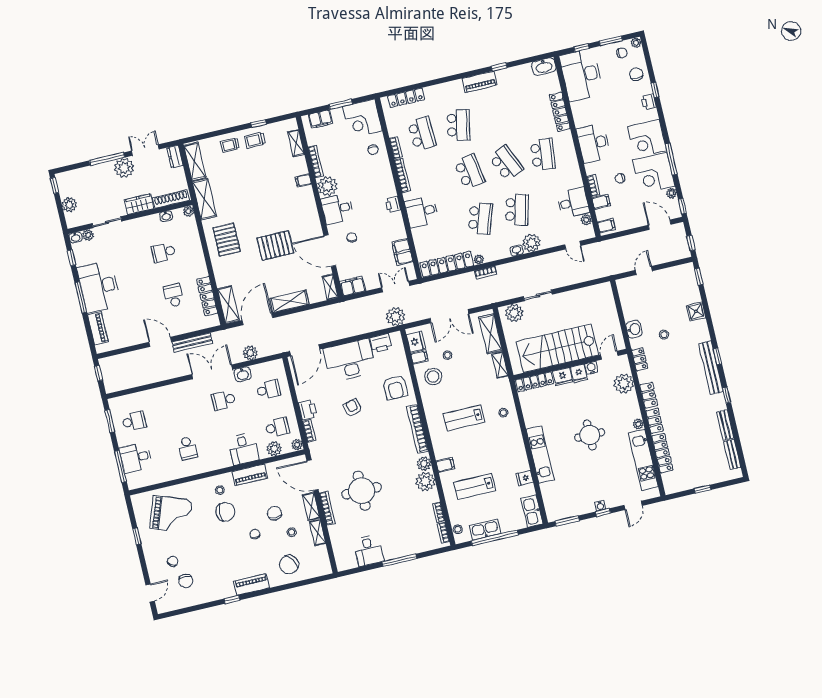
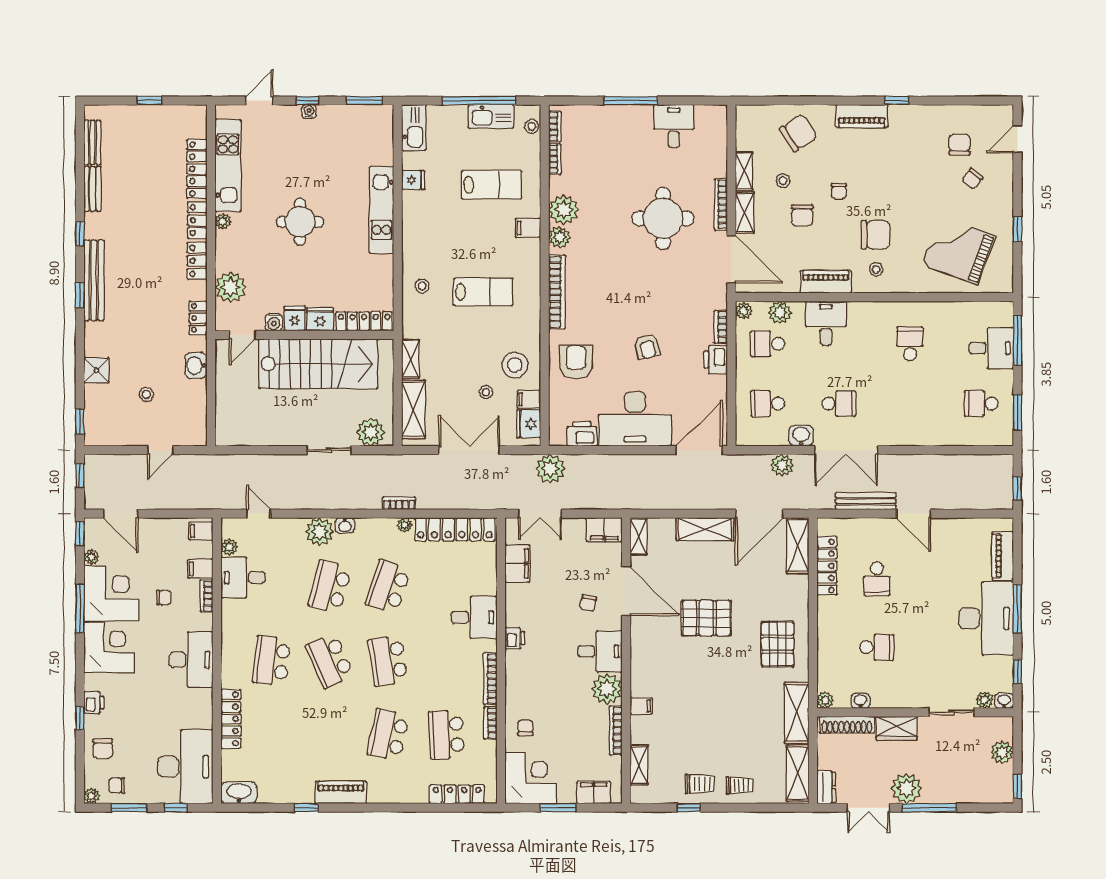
stool: (664, 335) -> (146, 394), moved
chair: (225, 512) -> (875, 235), turned 180

